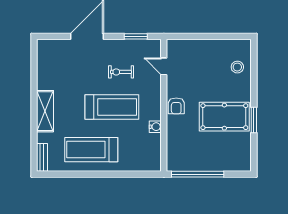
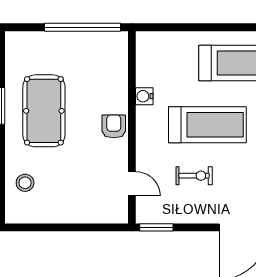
window: (136, 36) -> (156, 227), moved
treadmill: (112, 107) -> (207, 125), turned 180
pool table: (224, 117) -> (44, 111), turned 90

